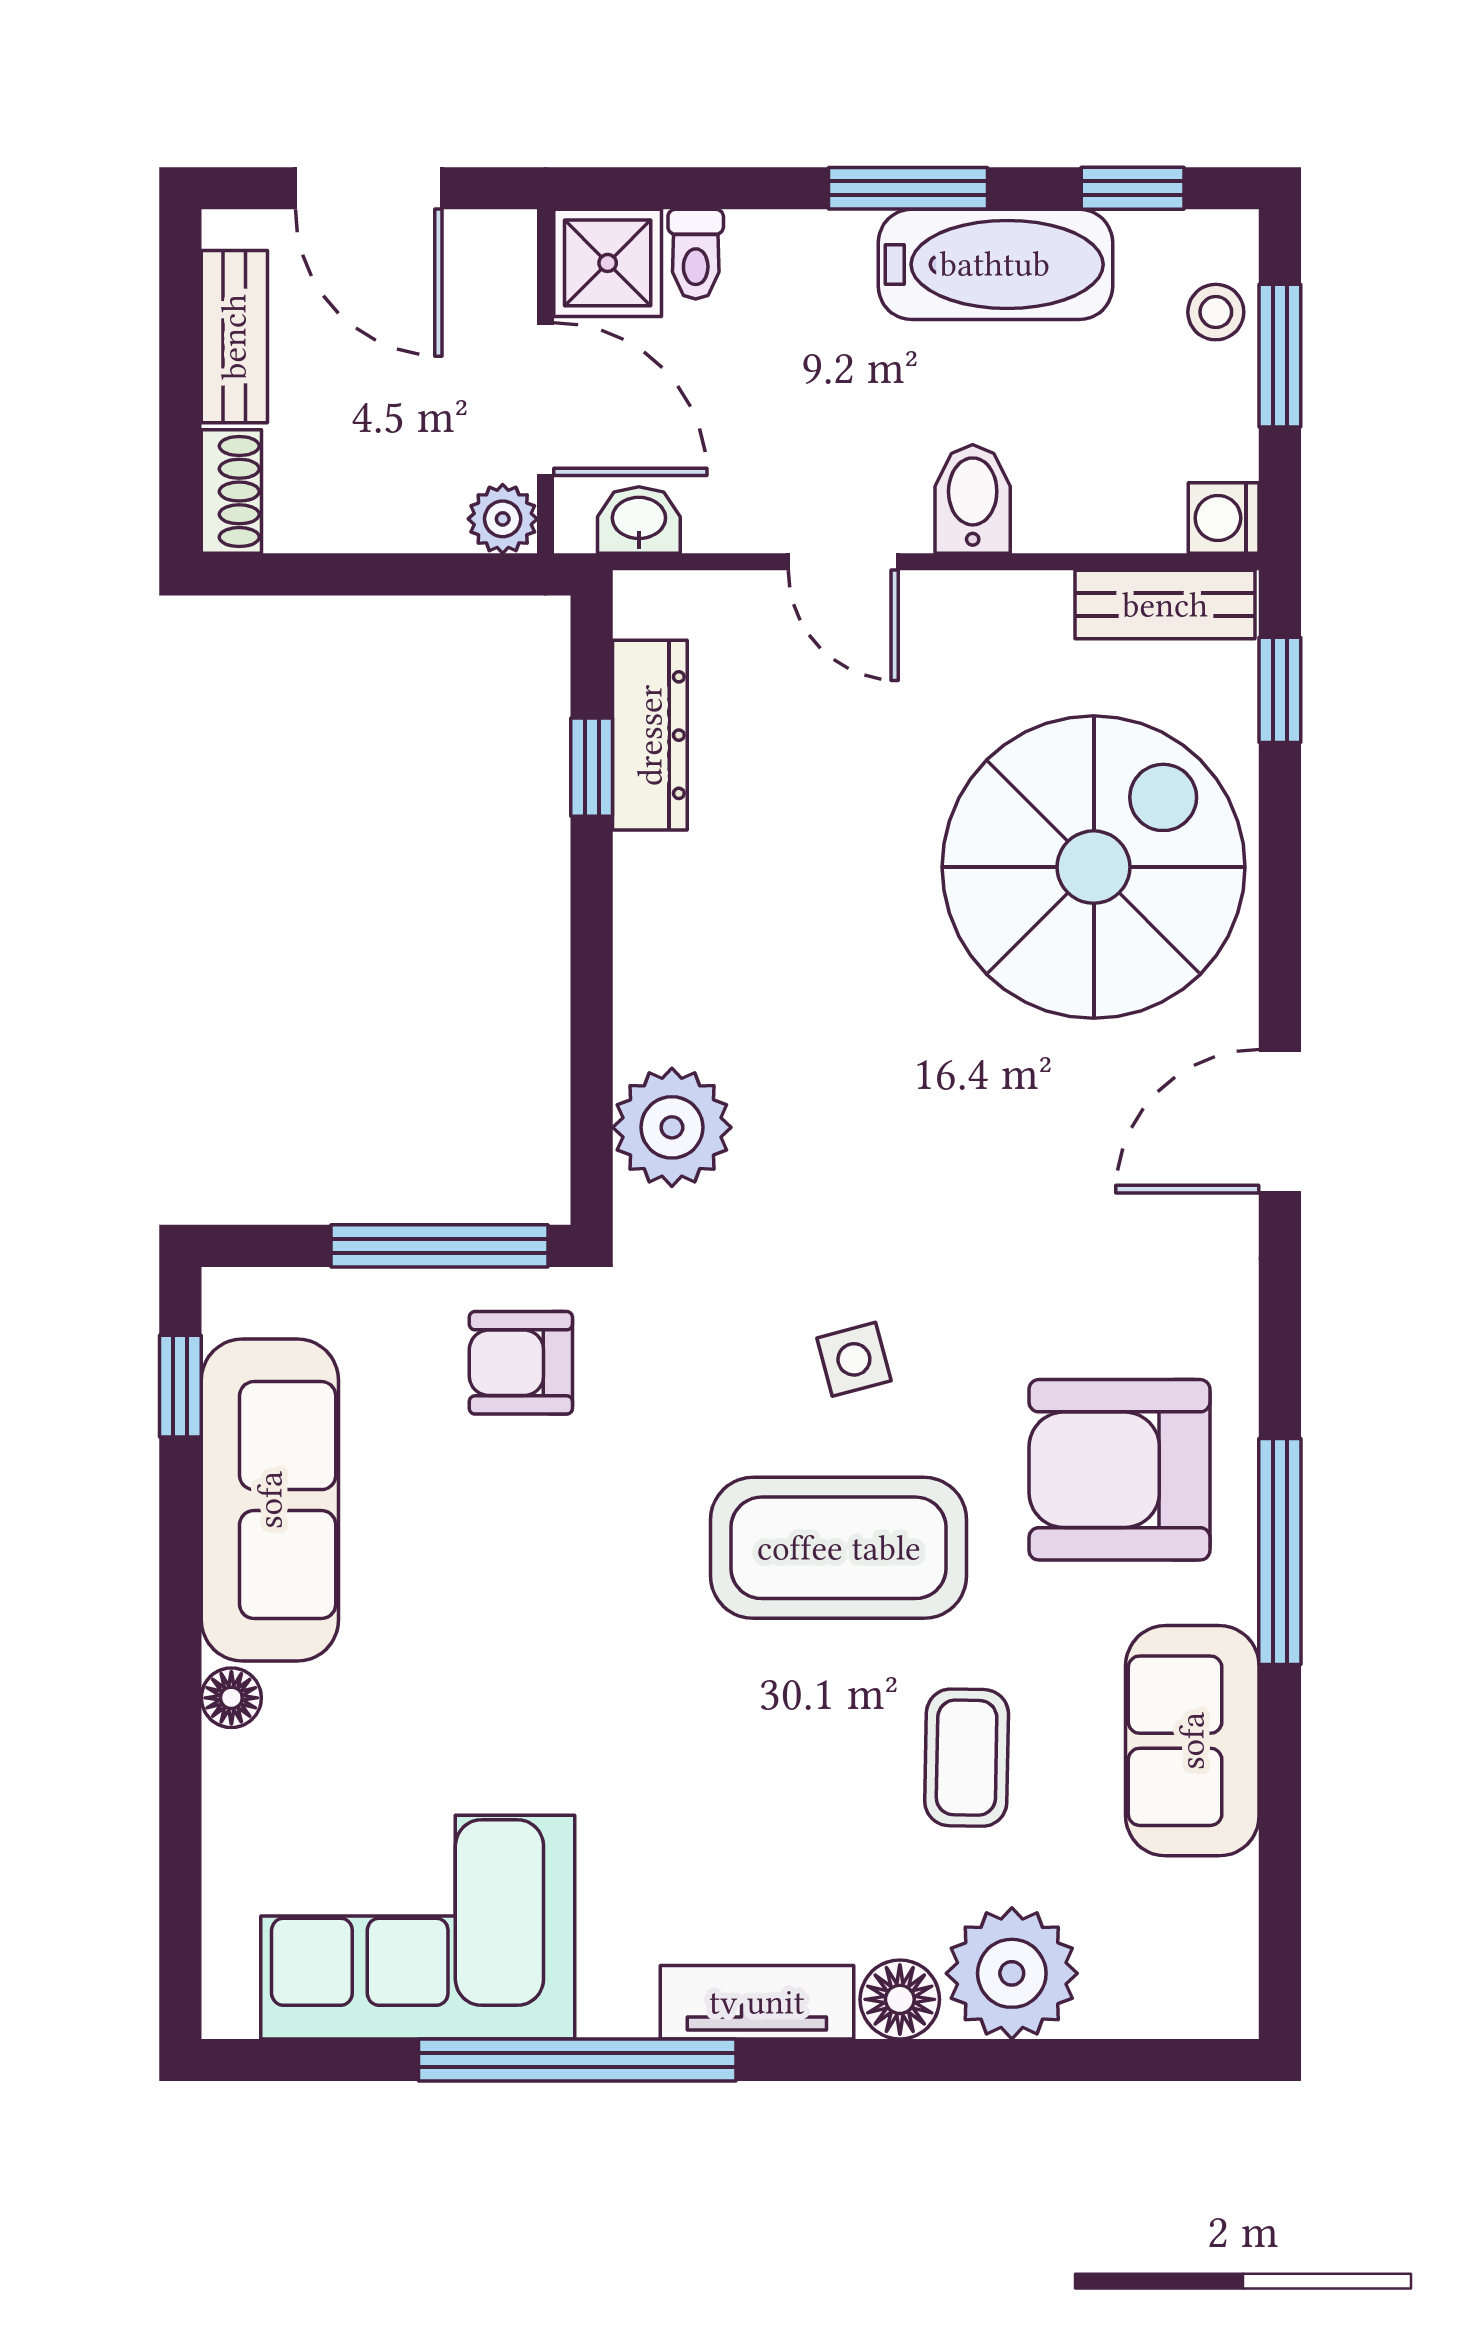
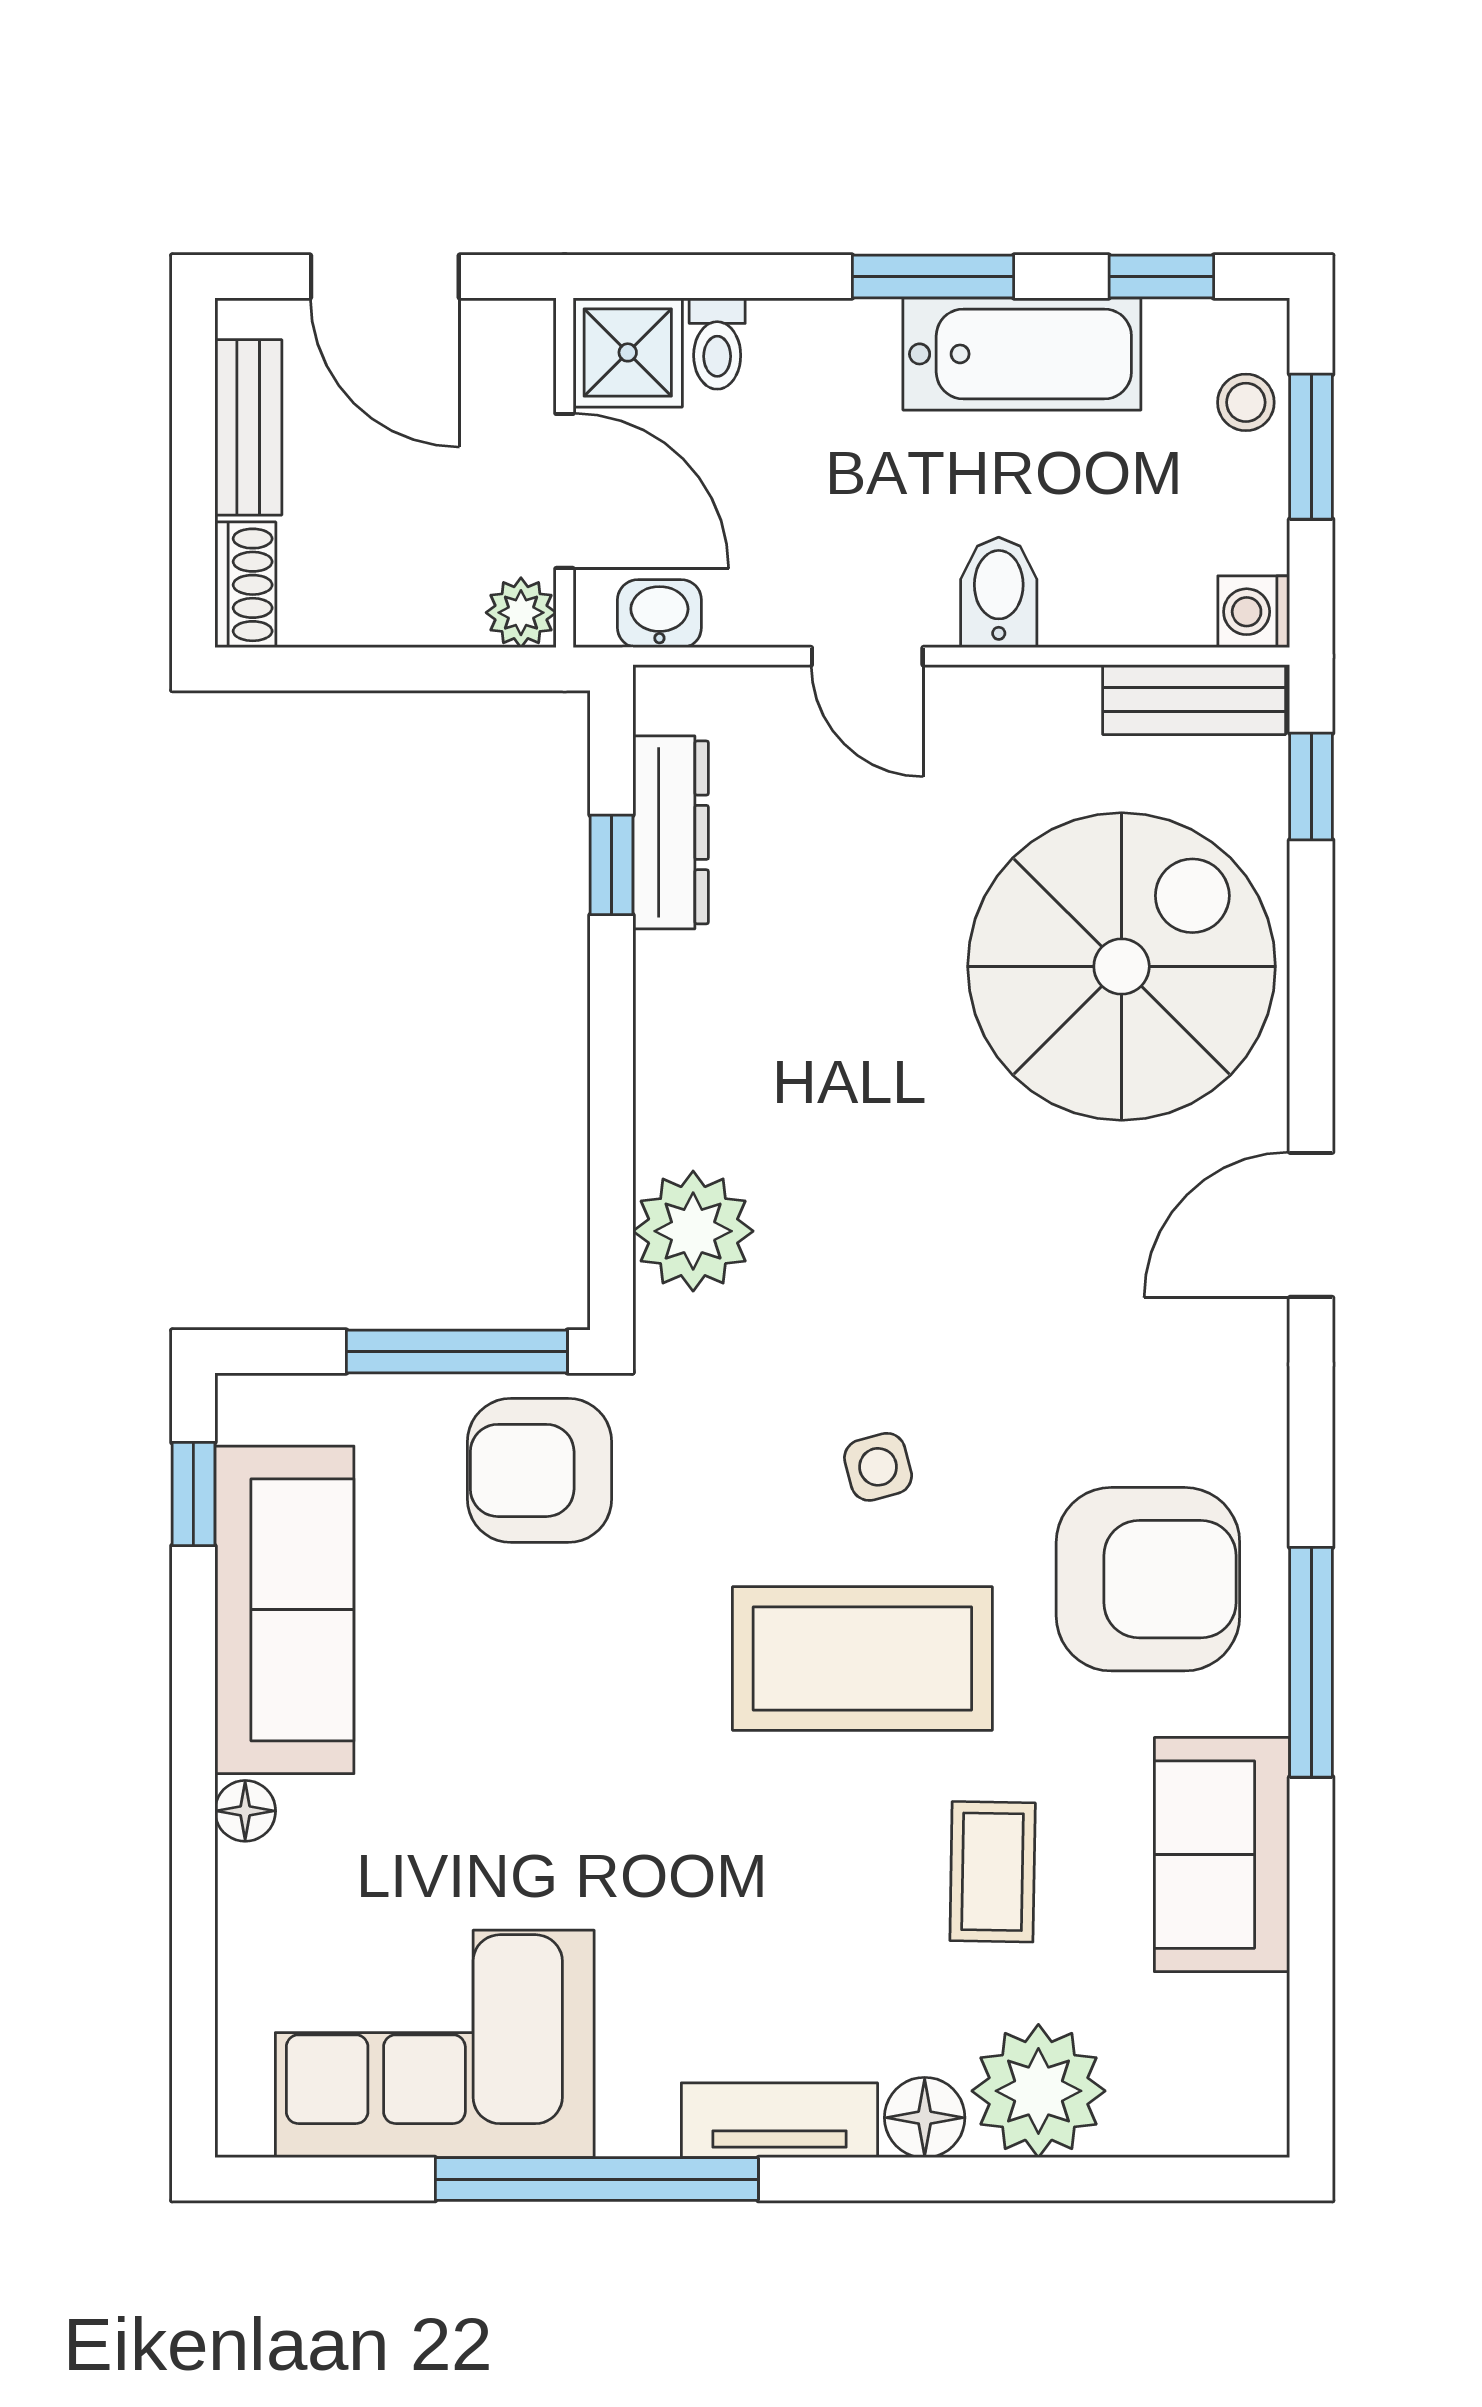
armchair: (521, 1363) -> (539, 1470), width x1.38, depth x1.38
armchair: (1119, 1470) -> (1148, 1579), turned 180

